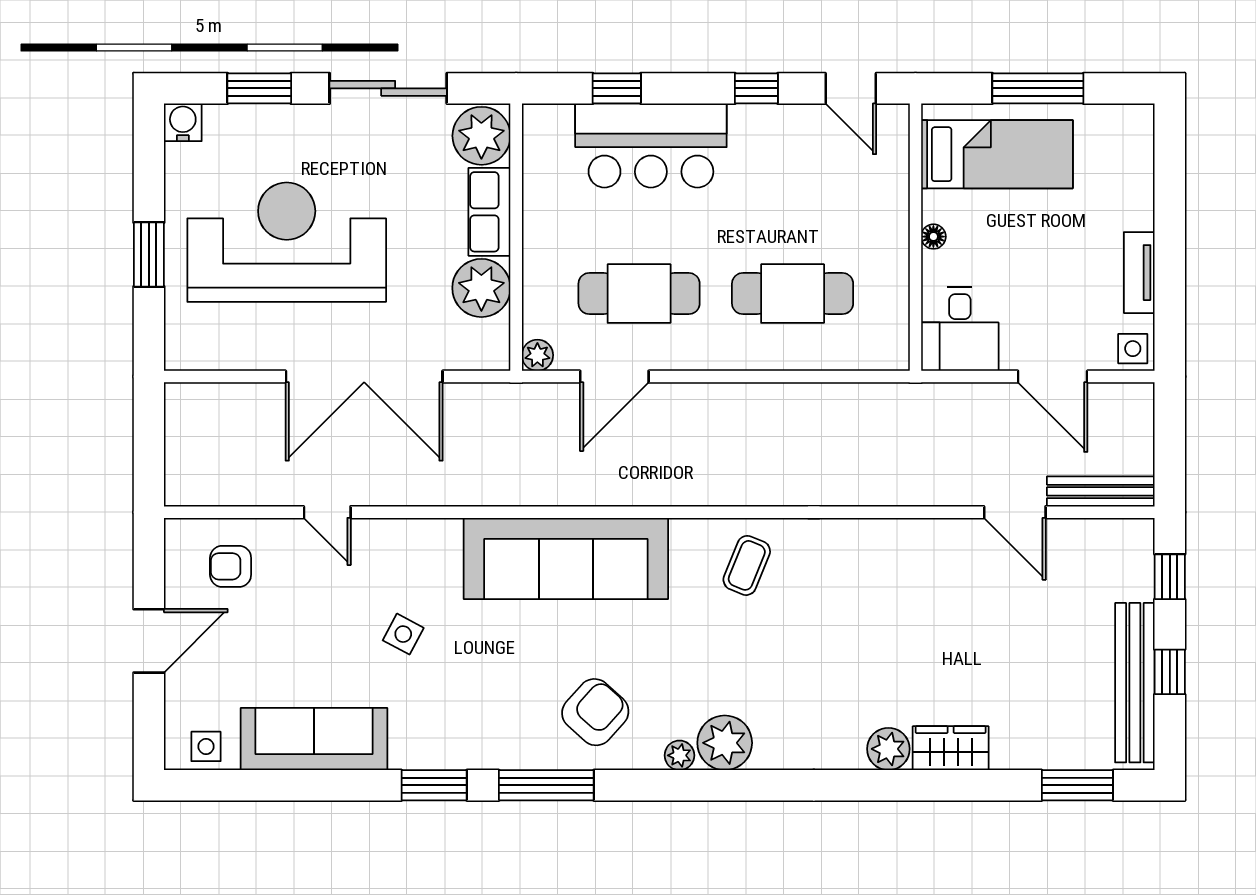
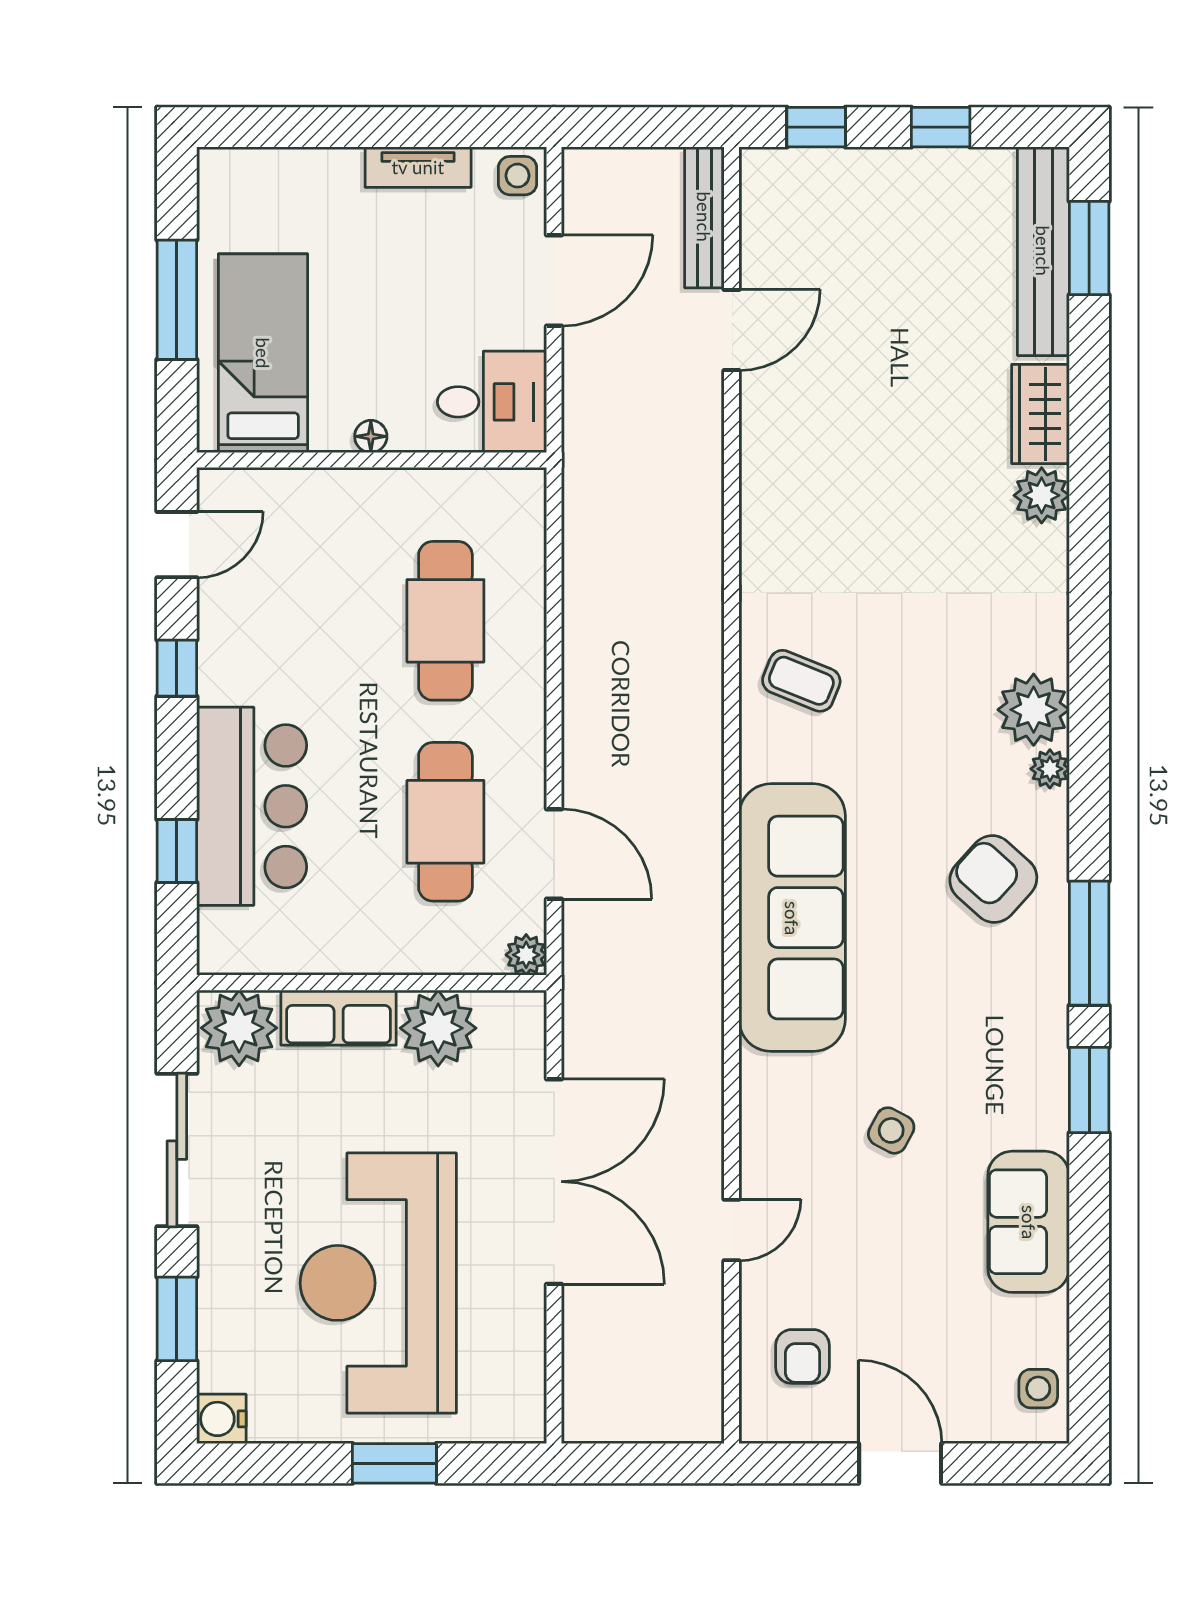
bench: (1135, 683) -> (1043, 251), moved, turned 90
sofa: (314, 739) -> (1029, 1222), width x0.73

